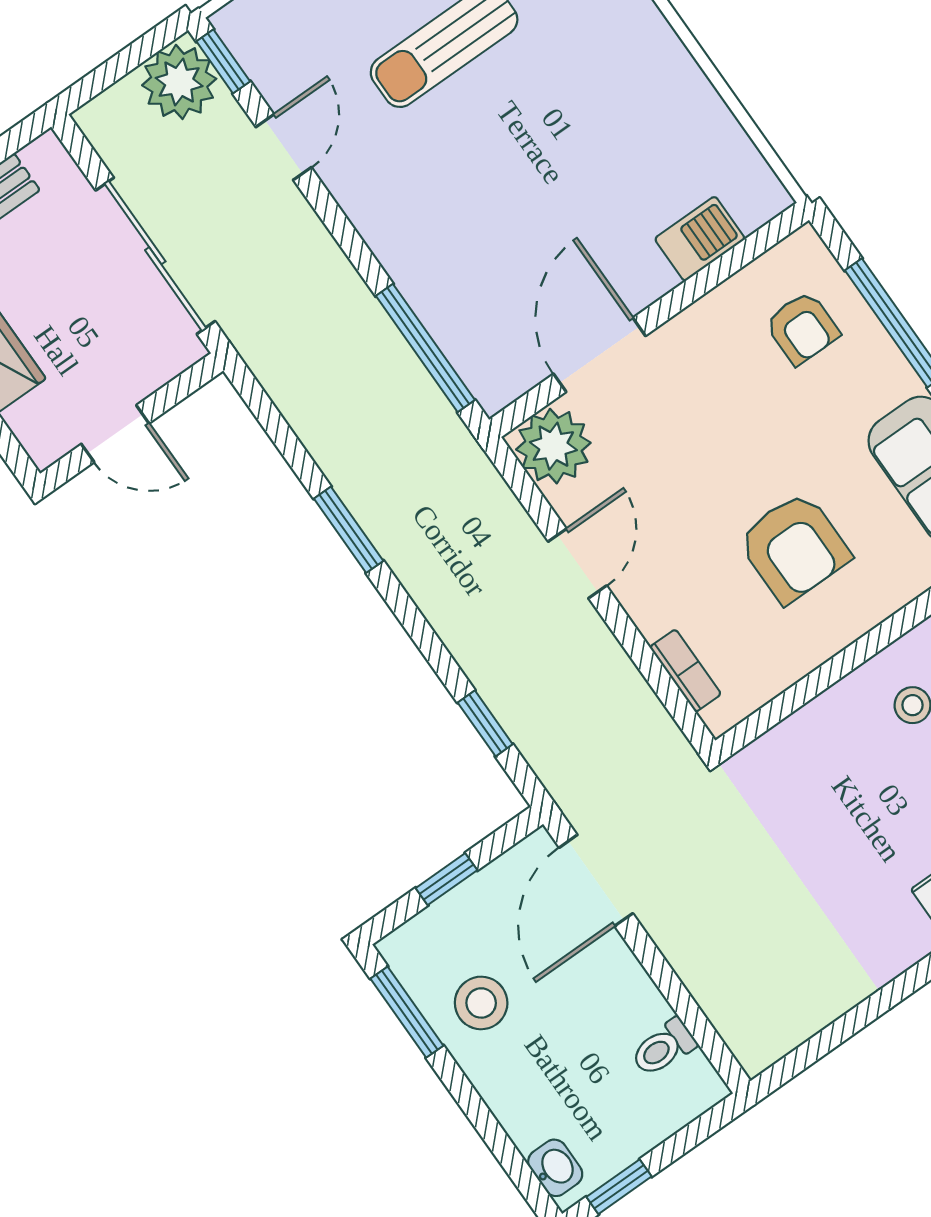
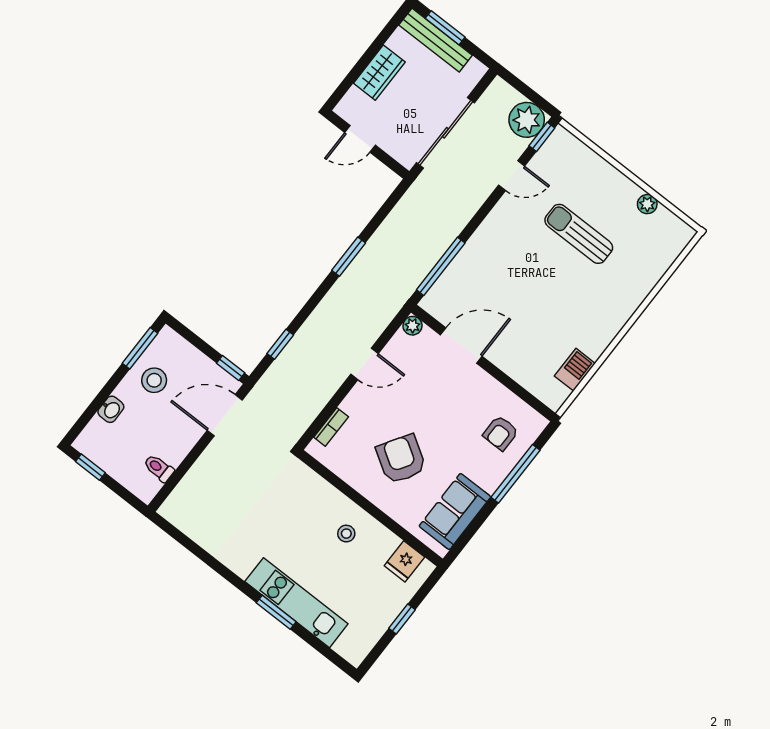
barbecue: (700, 239) -> (575, 370), moved, turned -90
door: (115, 434) -> (360, 139), hinge flipped
plant: (553, 446) -> (413, 326), width x0.53, depth x0.53
armchair: (794, 547) -> (401, 459), turned 122
window: (446, 879) -> (231, 368), moved
washbasin: (555, 1168) -> (111, 409), moved

